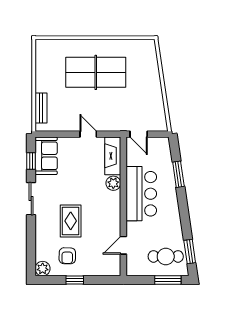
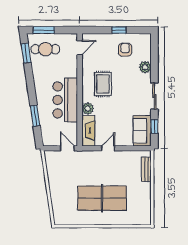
door: (88, 134) -> (108, 148), swing flipped
rug: (71, 221) -> (103, 84), moved
door: (123, 245) -> (80, 48), moved
plant: (43, 269) -> (145, 67), moved

